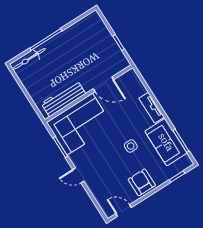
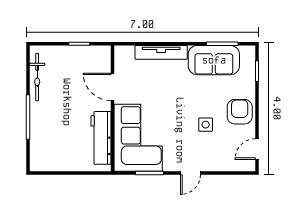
bicycle: (29, 59) -> (37, 77), moved
door: (103, 84) -> (113, 87), swing flipped
tv unit: (152, 108) -> (161, 52), width x1.41
side table: (131, 146) -> (206, 125), moved
armchair: (142, 182) -> (240, 112), turned 90

